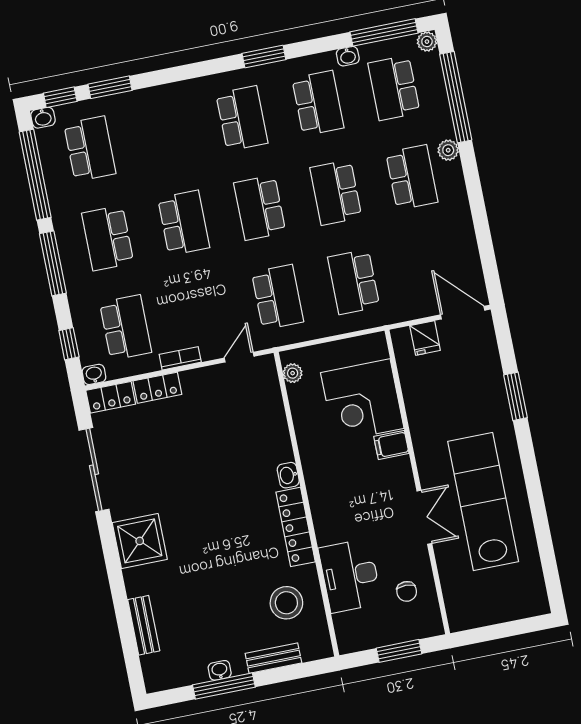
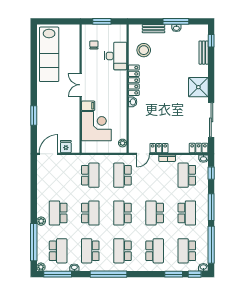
window: (264, 56) -> (108, 274), width x2.11
school desk: (166, 134) -> (155, 251), added
school desk: (260, 208) -> (122, 213), turned 180
door: (463, 313) -> (48, 154), swing flipped
locker: (157, 388) -> (159, 148), moved
lab bench: (483, 502) -> (49, 54), moved
double door: (424, 517) -> (81, 85), moved
window: (131, 657) -> (211, 41), added

